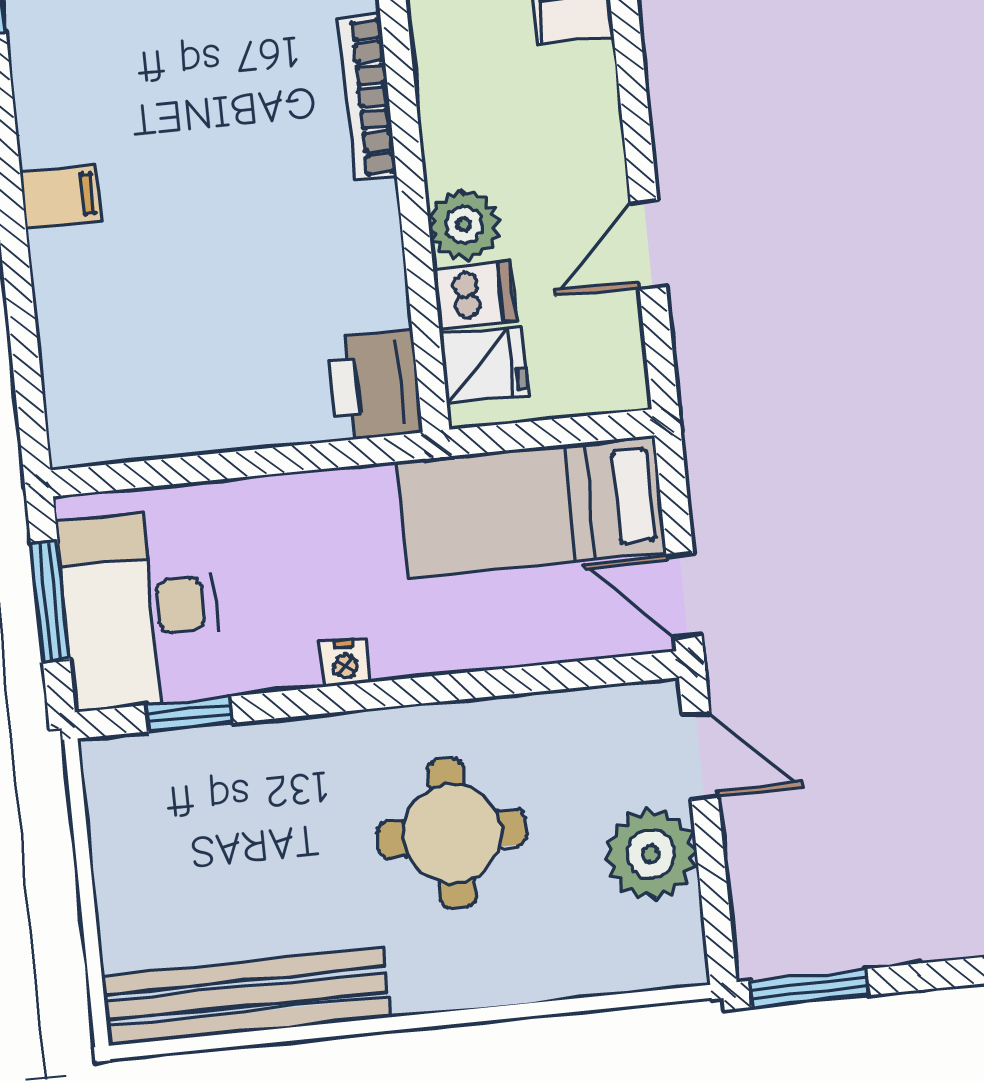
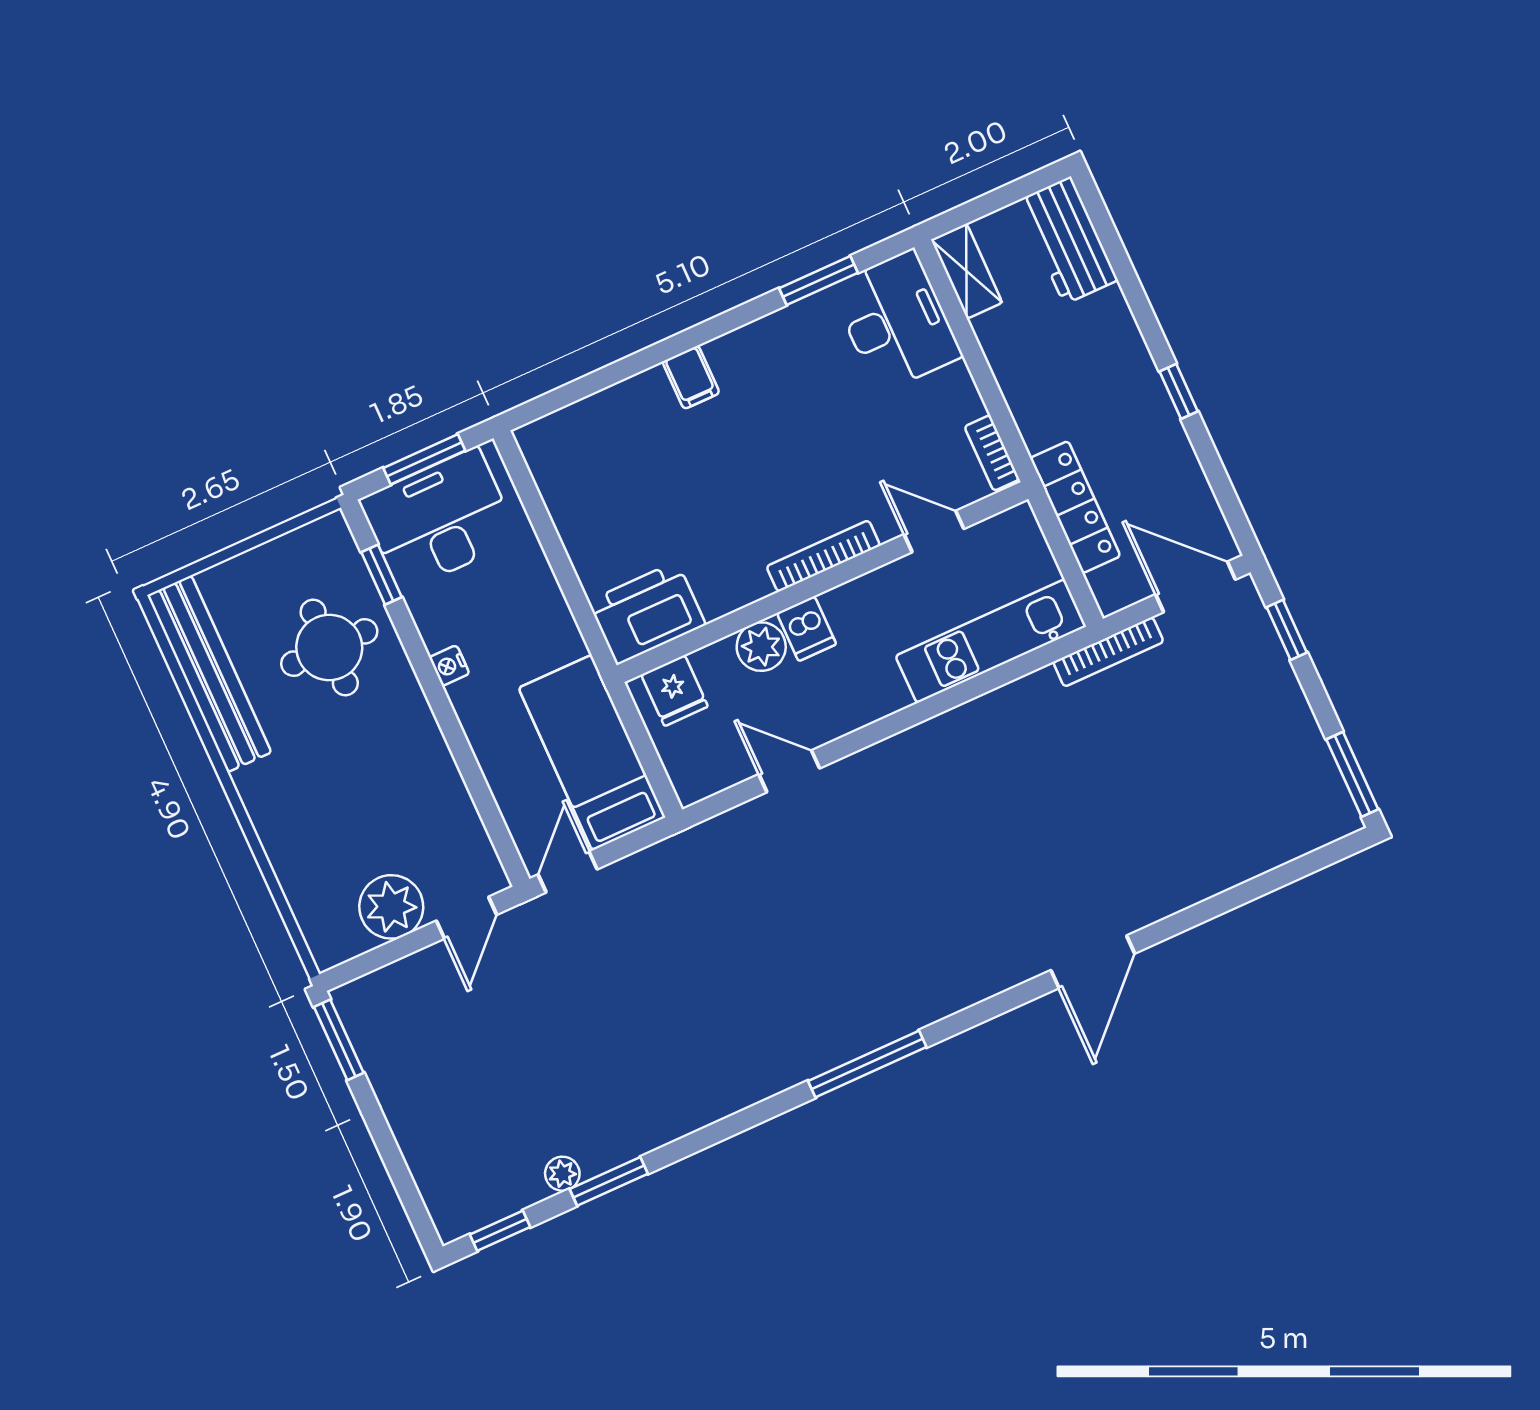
dishwasher: (474, 295) -> (807, 629), moved
printer: (375, 385) -> (647, 613), width x1.37, depth x1.19
round table: (452, 834) -> (329, 647), moved

